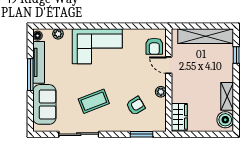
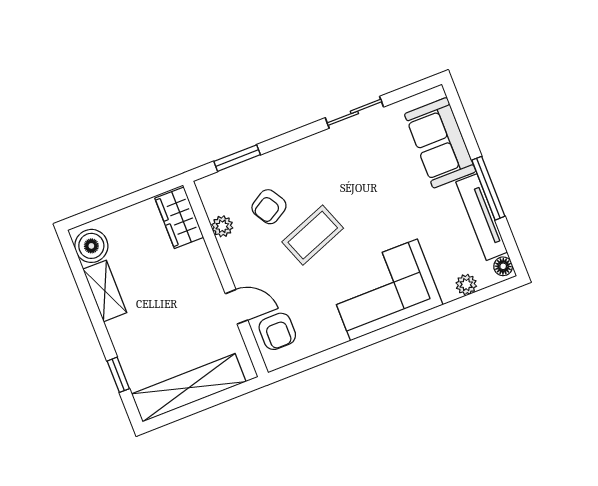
armchair: (154, 46) -> (277, 331), turned 180
plant: (161, 92) -> (222, 226), moved
coffee table: (94, 101) -> (313, 235), moved
sliding door: (79, 134) -> (354, 112), width x0.73

